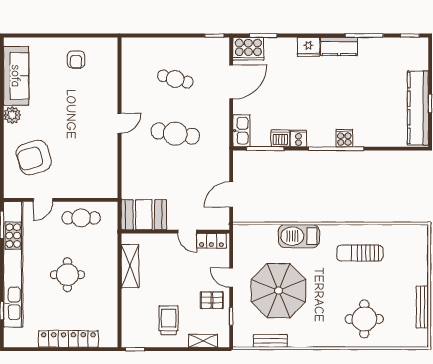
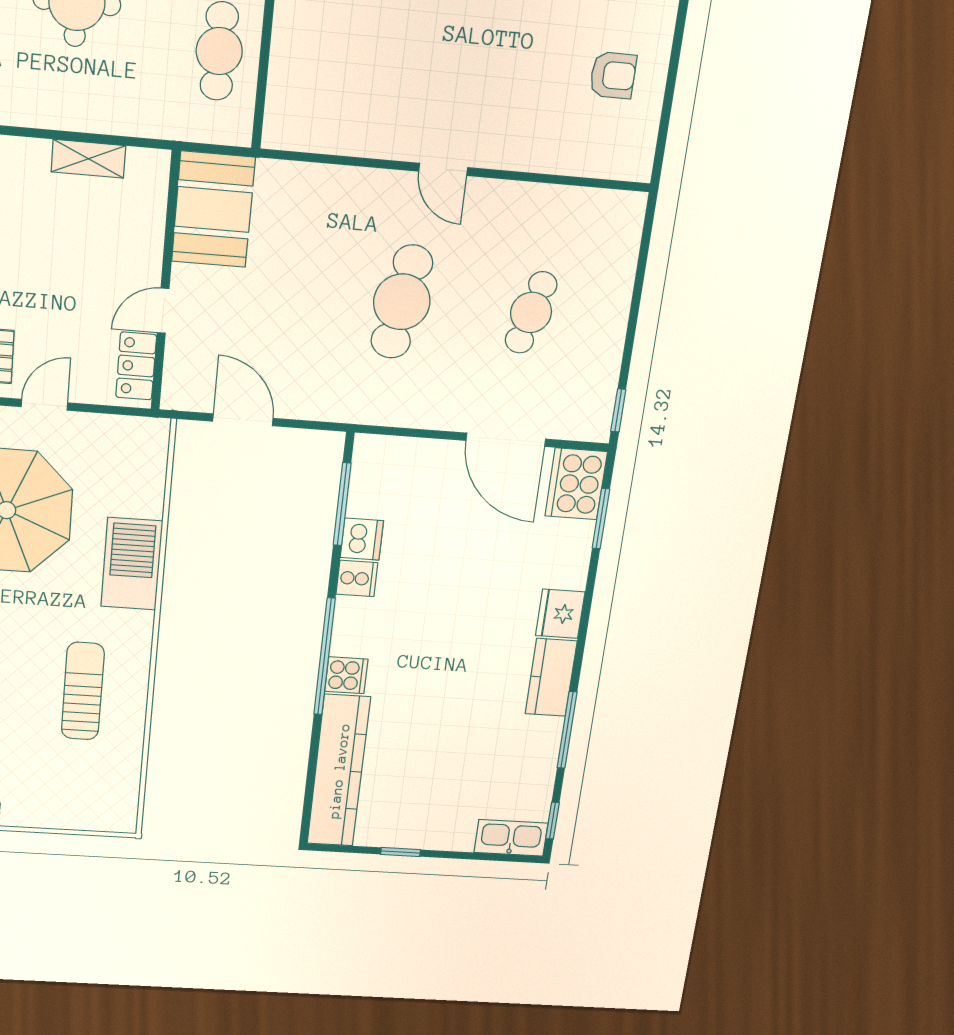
armchair: (76, 60) -> (613, 75), turned 180
kitchen counter: (418, 108) -> (339, 771), moved, turned 90
kitchen sink: (241, 131) -> (511, 838), moved, turned 180
shelving: (130, 266) -> (88, 159), width x0.67, depth x0.75

